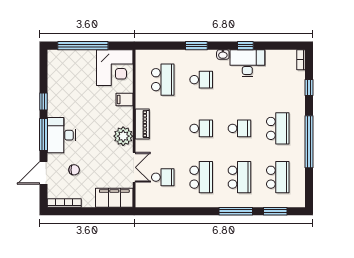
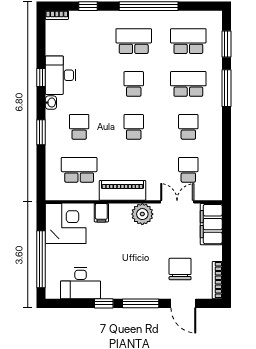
piano: (142, 124) -> (123, 190), width x1.37, depth x1.33
desk: (61, 135) -> (81, 283), moved
chair: (74, 170) -> (180, 269), width x1.87, depth x1.87
school desk: (201, 177) -> (188, 127), width x0.54

